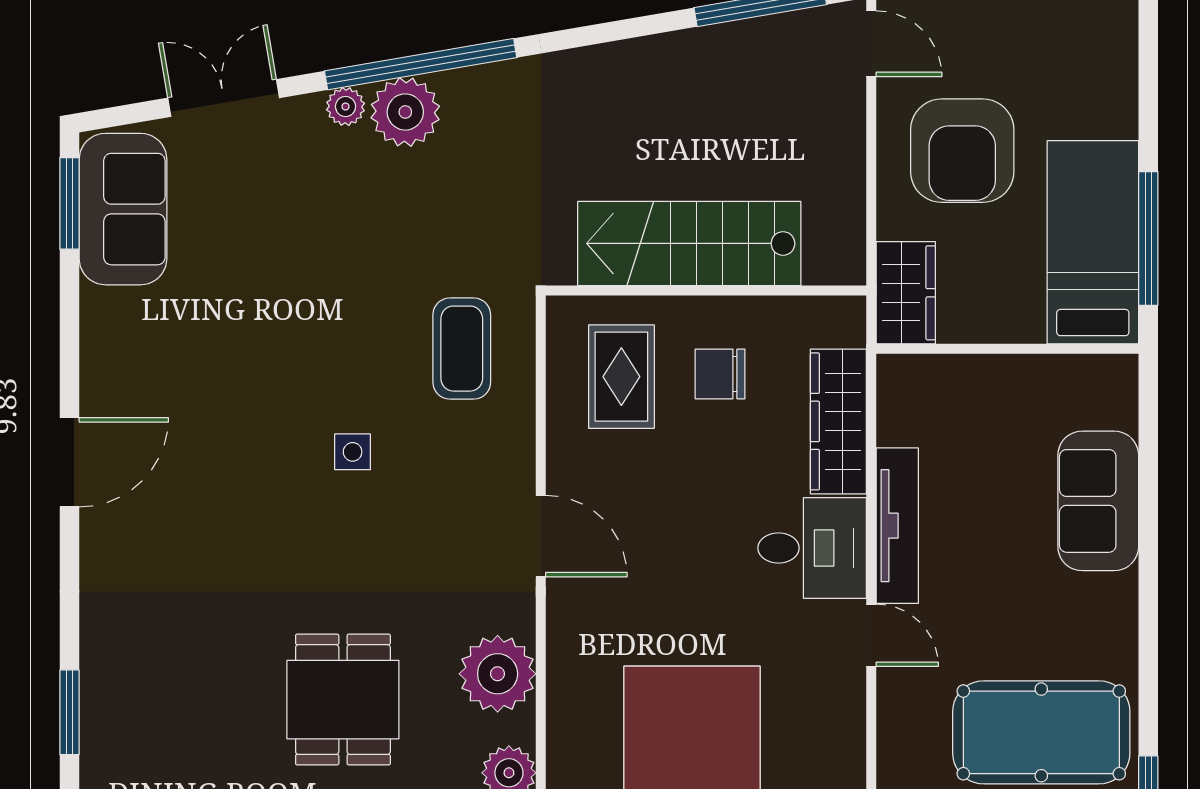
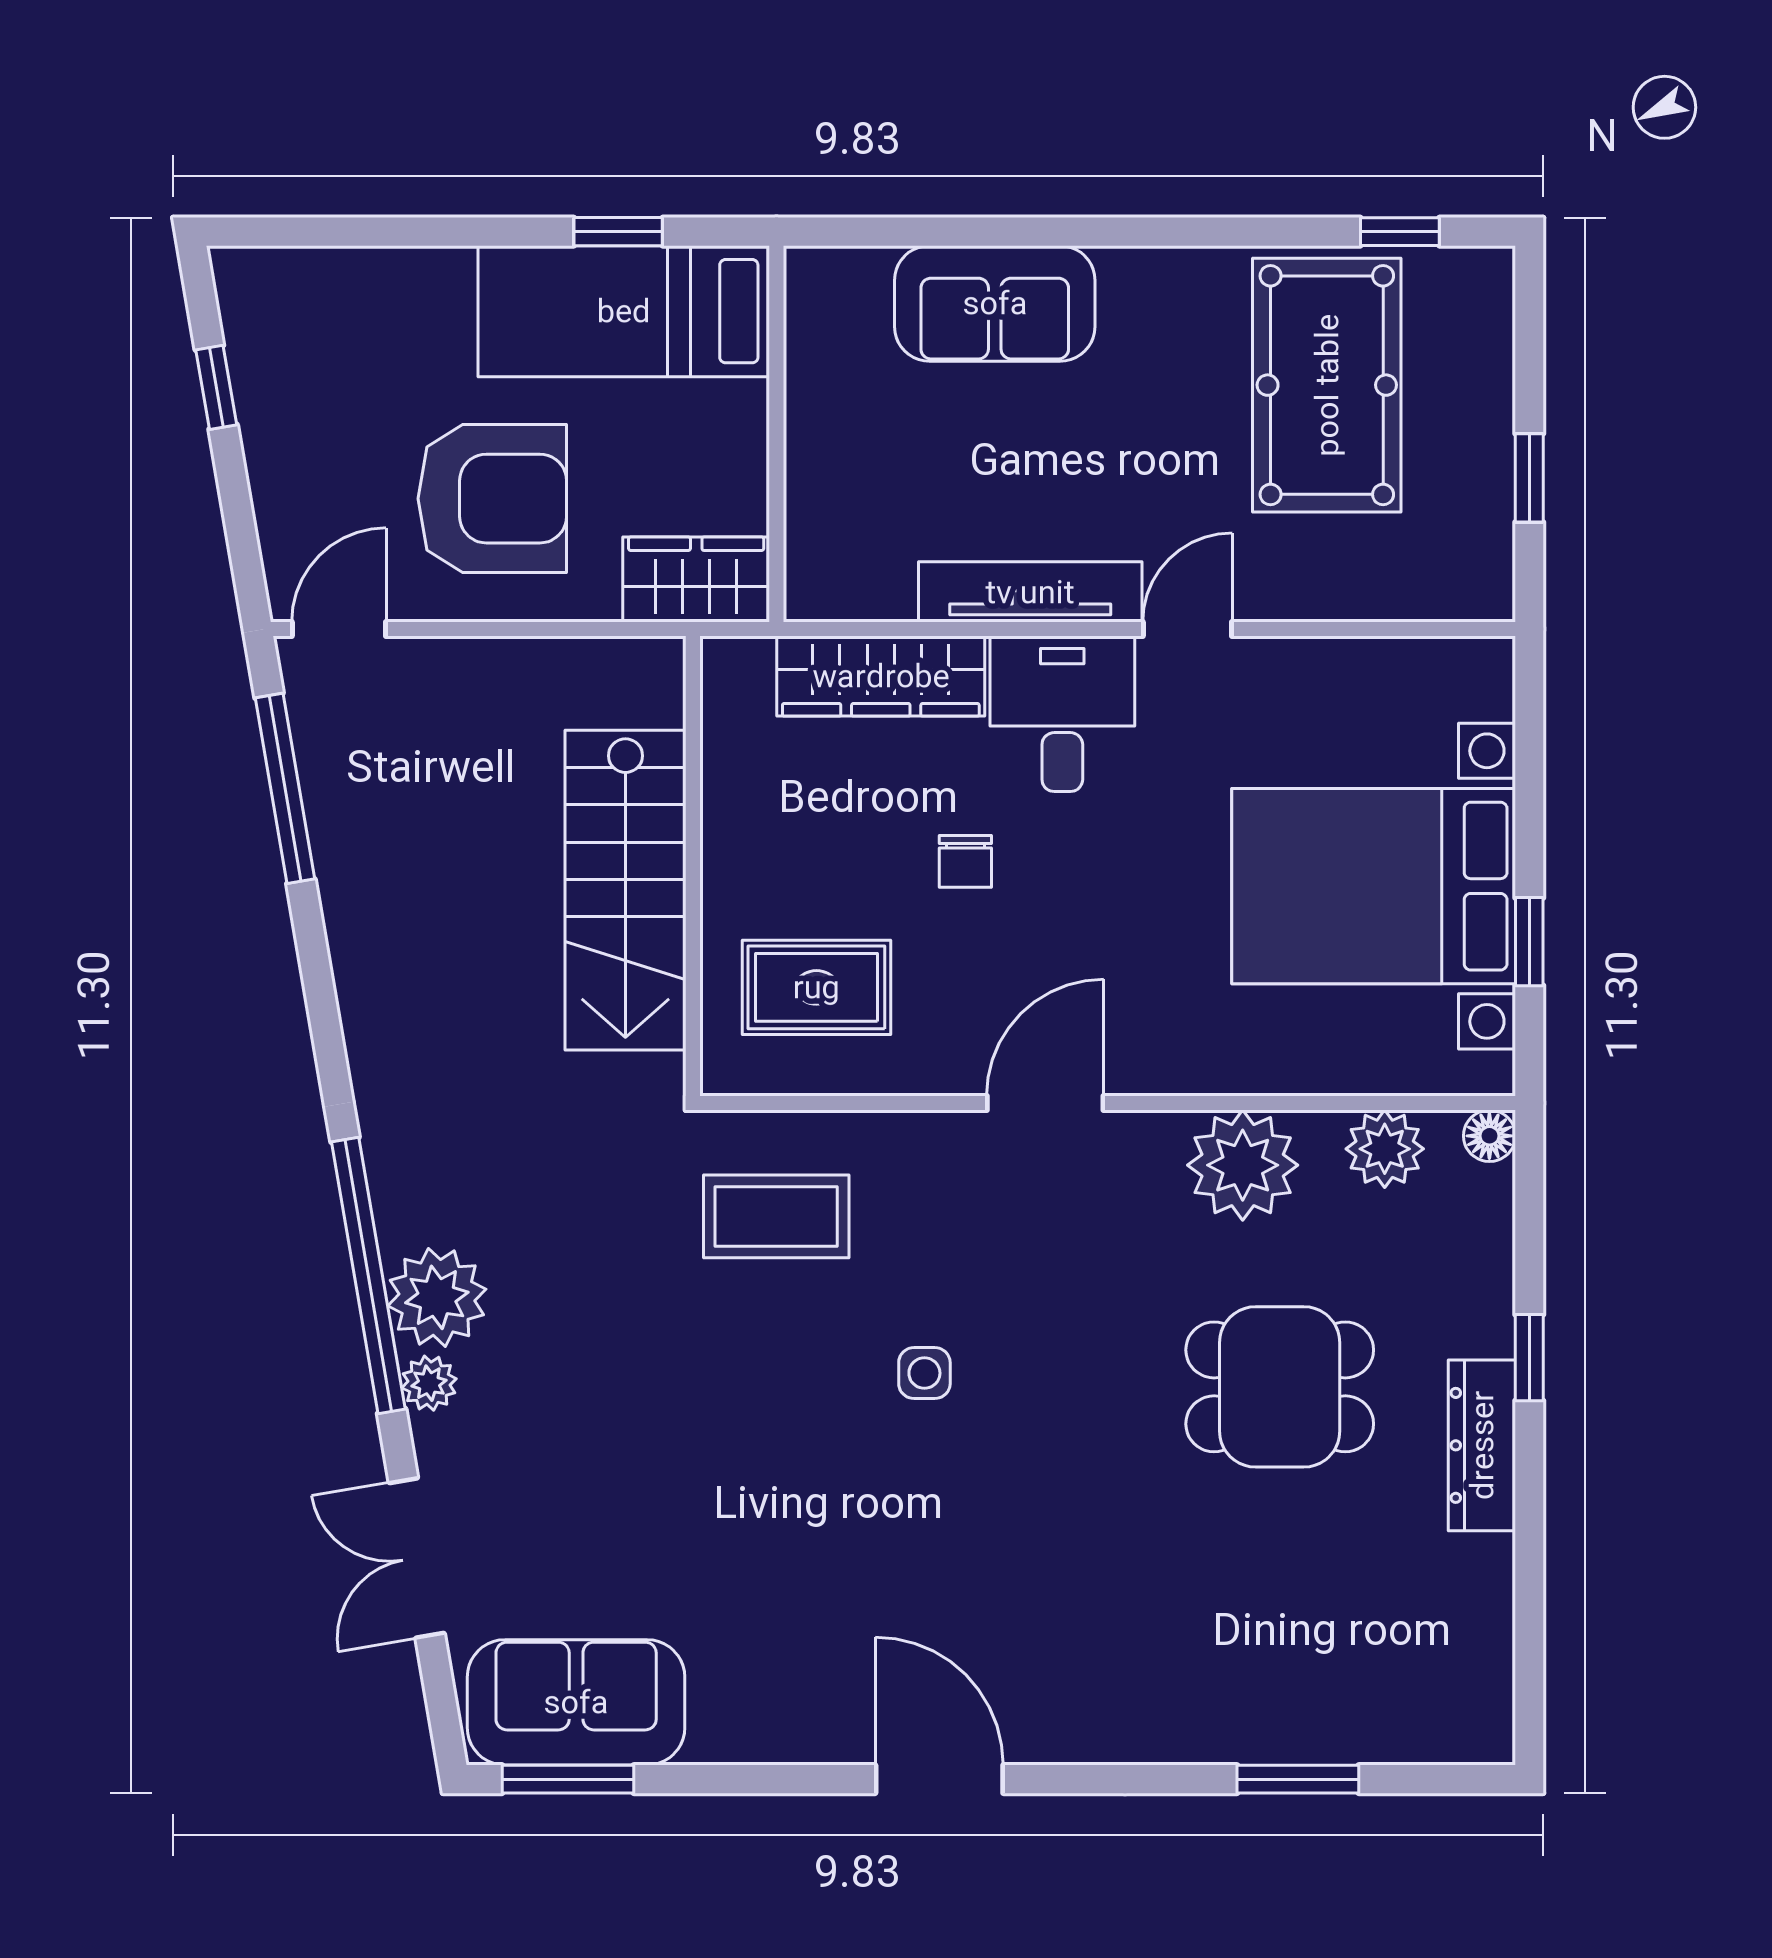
window: (1148, 238) -> (618, 232), width x0.46
chair: (720, 374) -> (965, 861), moved, width x0.73, depth x0.73

